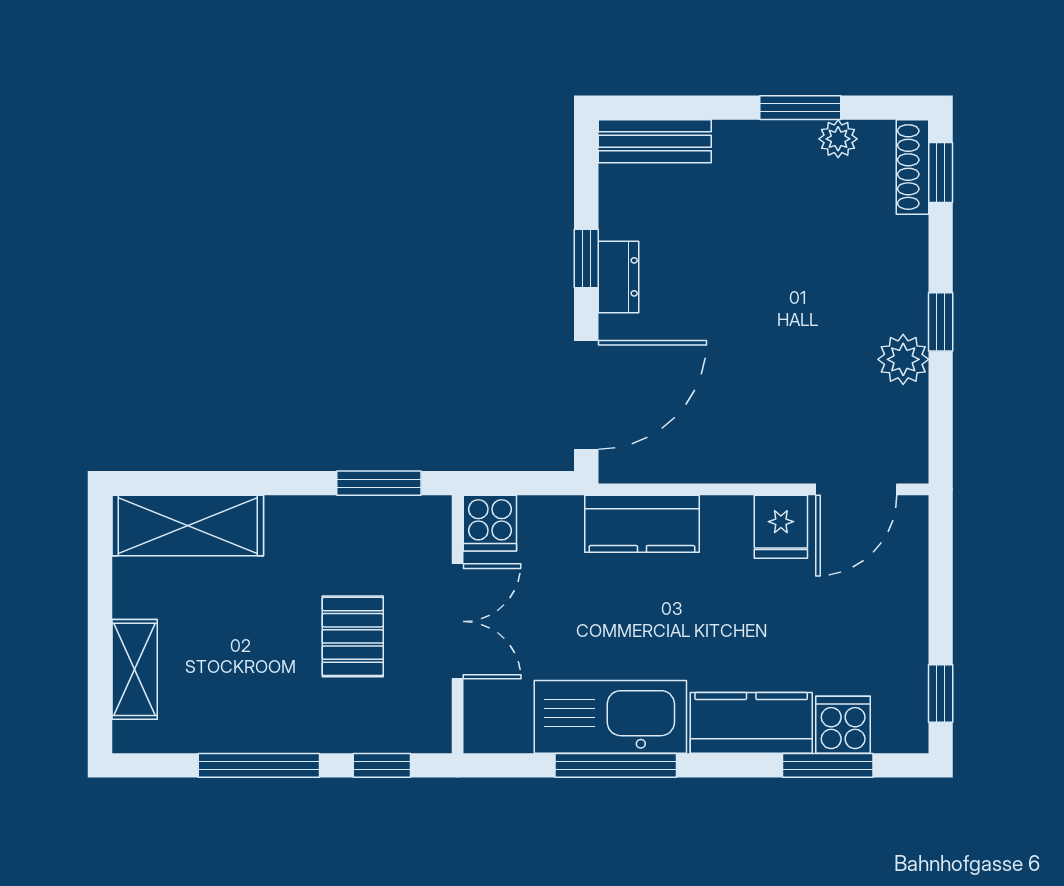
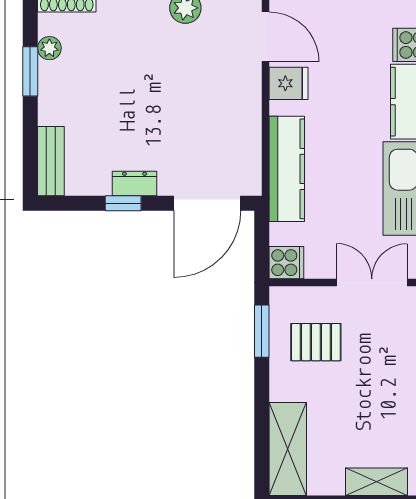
door: (586, 395) -> (207, 203), swing flipped
kitchen counter: (642, 524) -> (287, 169), width x1.50
double door: (458, 621) -> (372, 283), moved
pallet: (353, 636) -> (316, 342), moved

